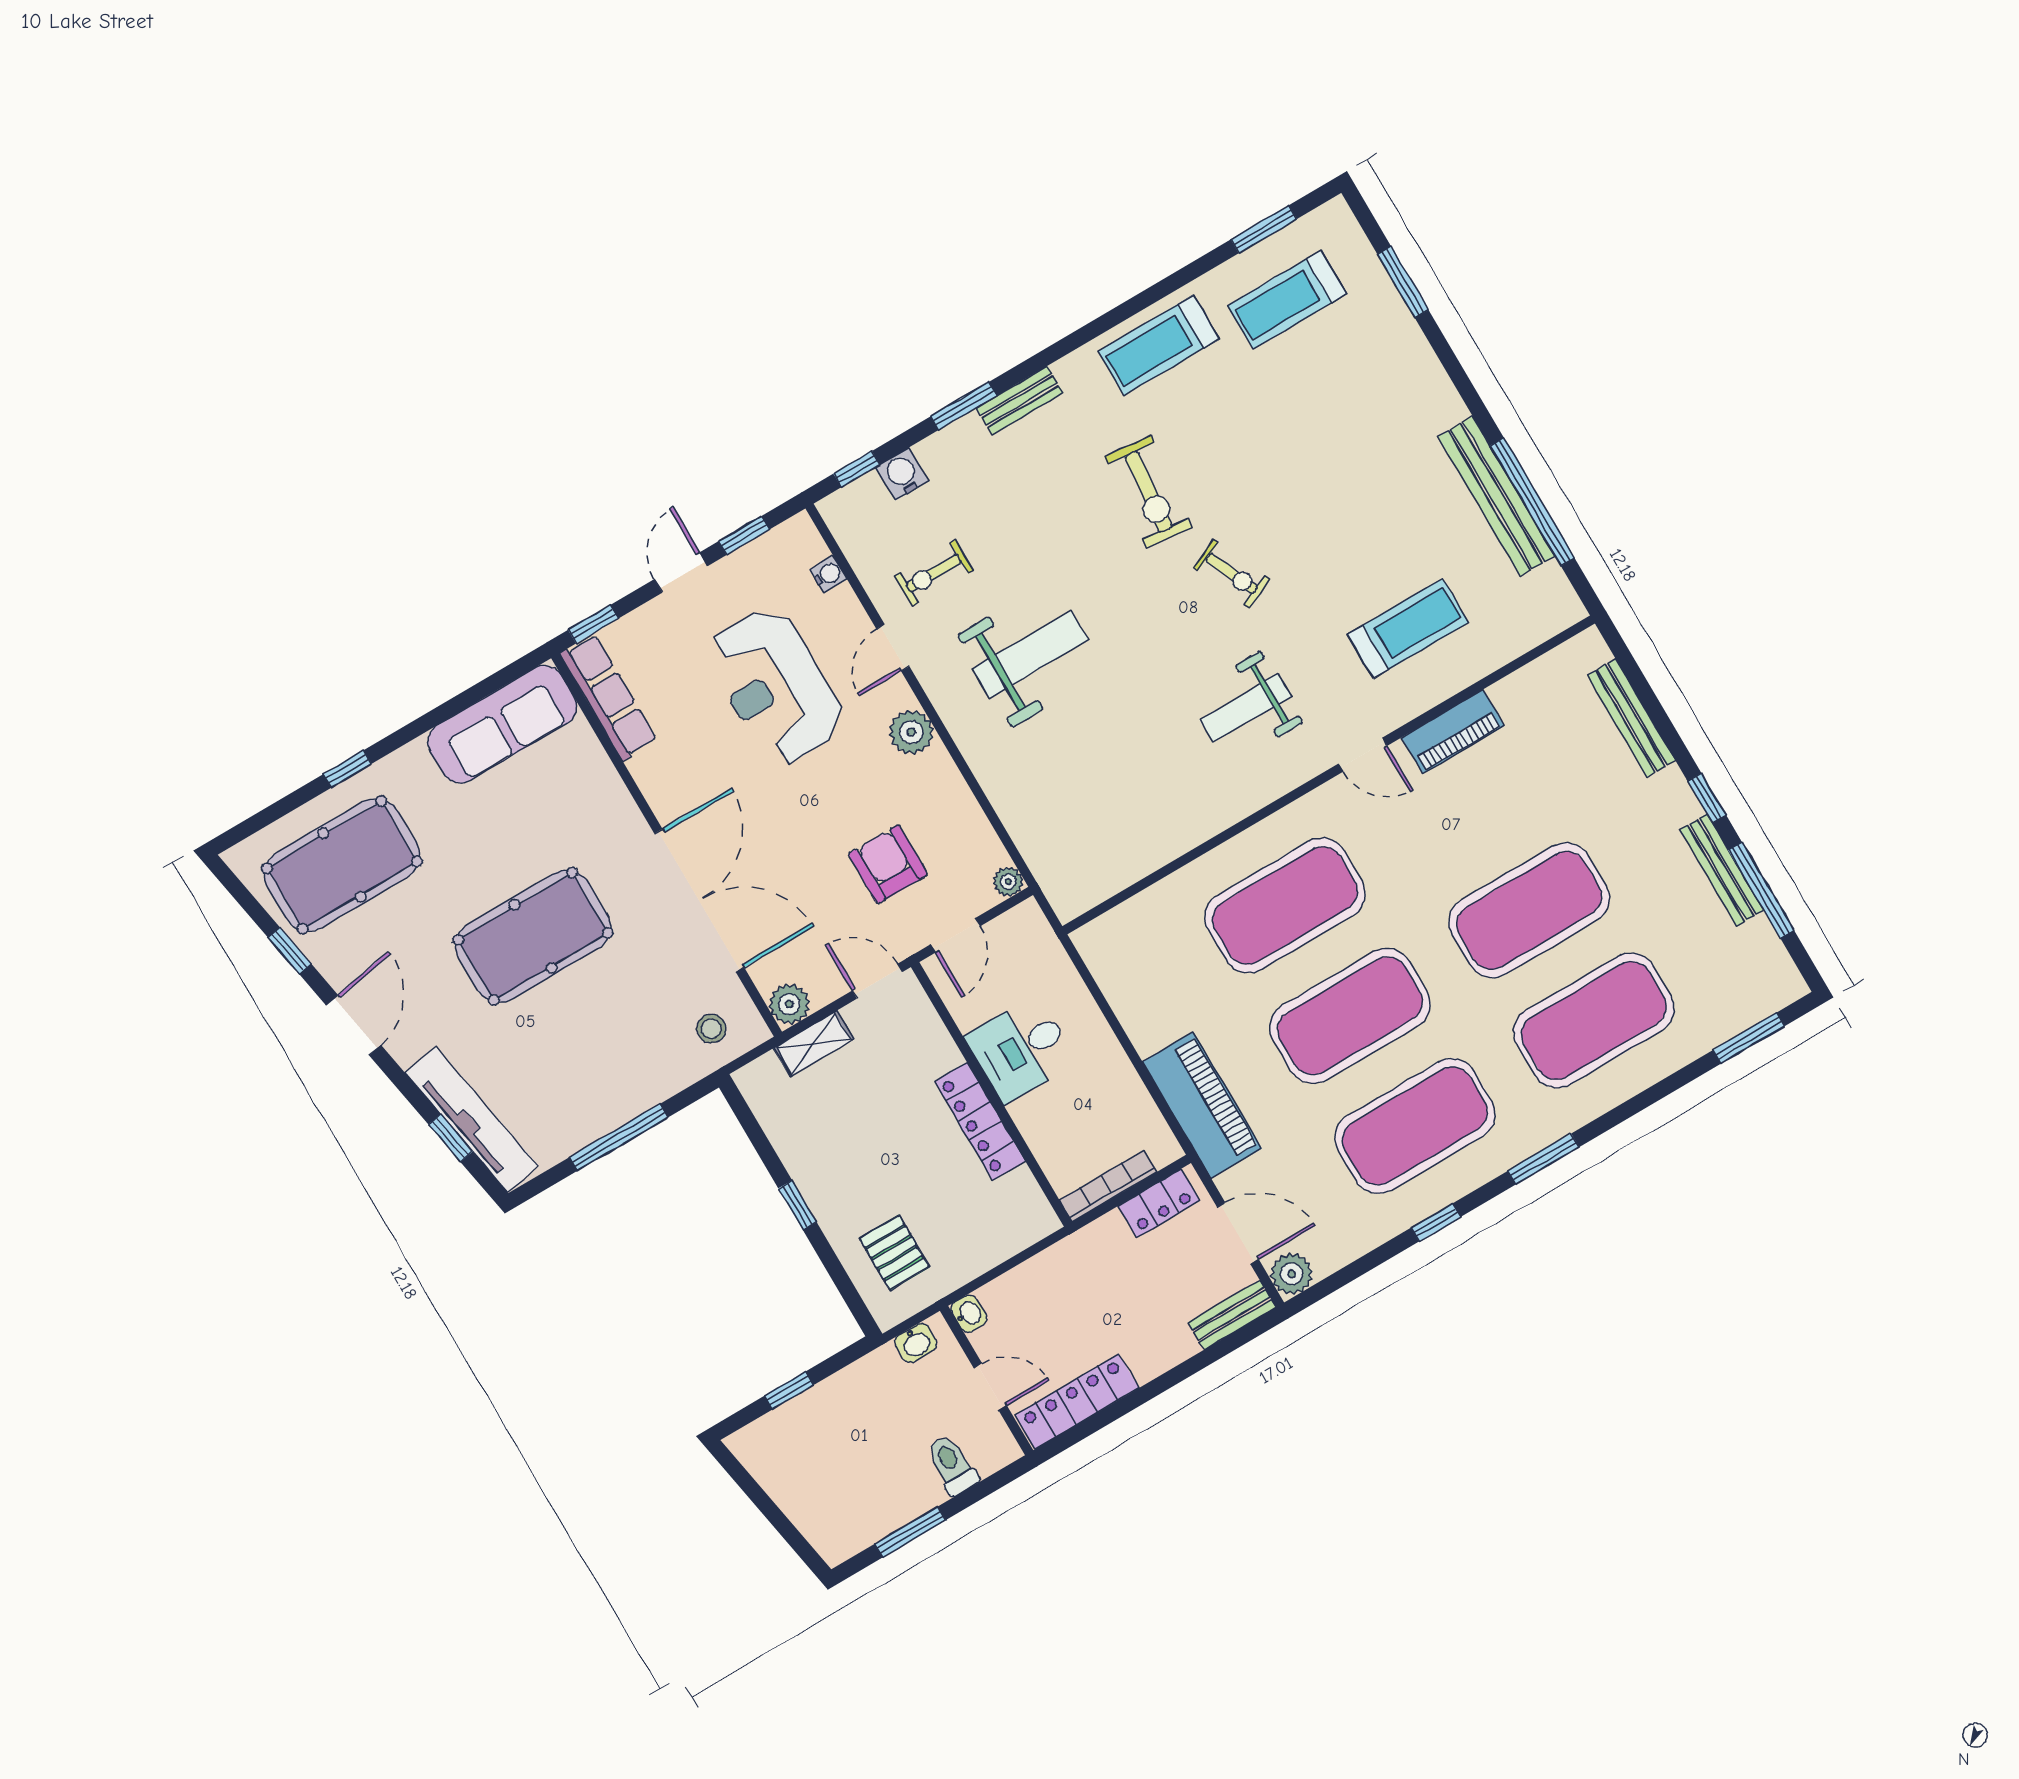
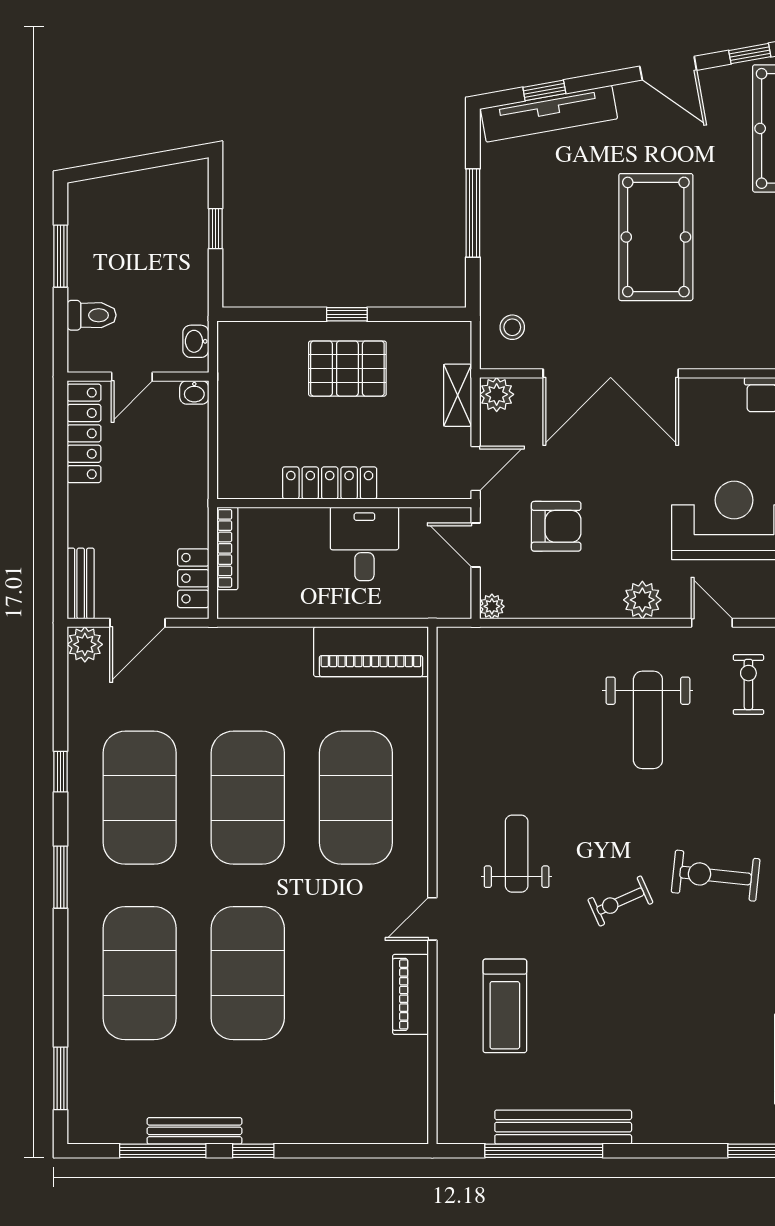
bench: (1631, 718) -> (344, 1130), removed
piano: (1202, 1105) -> (371, 652), moved
pallet: (894, 1253) -> (347, 369), moved, width x1.50, depth x1.42

